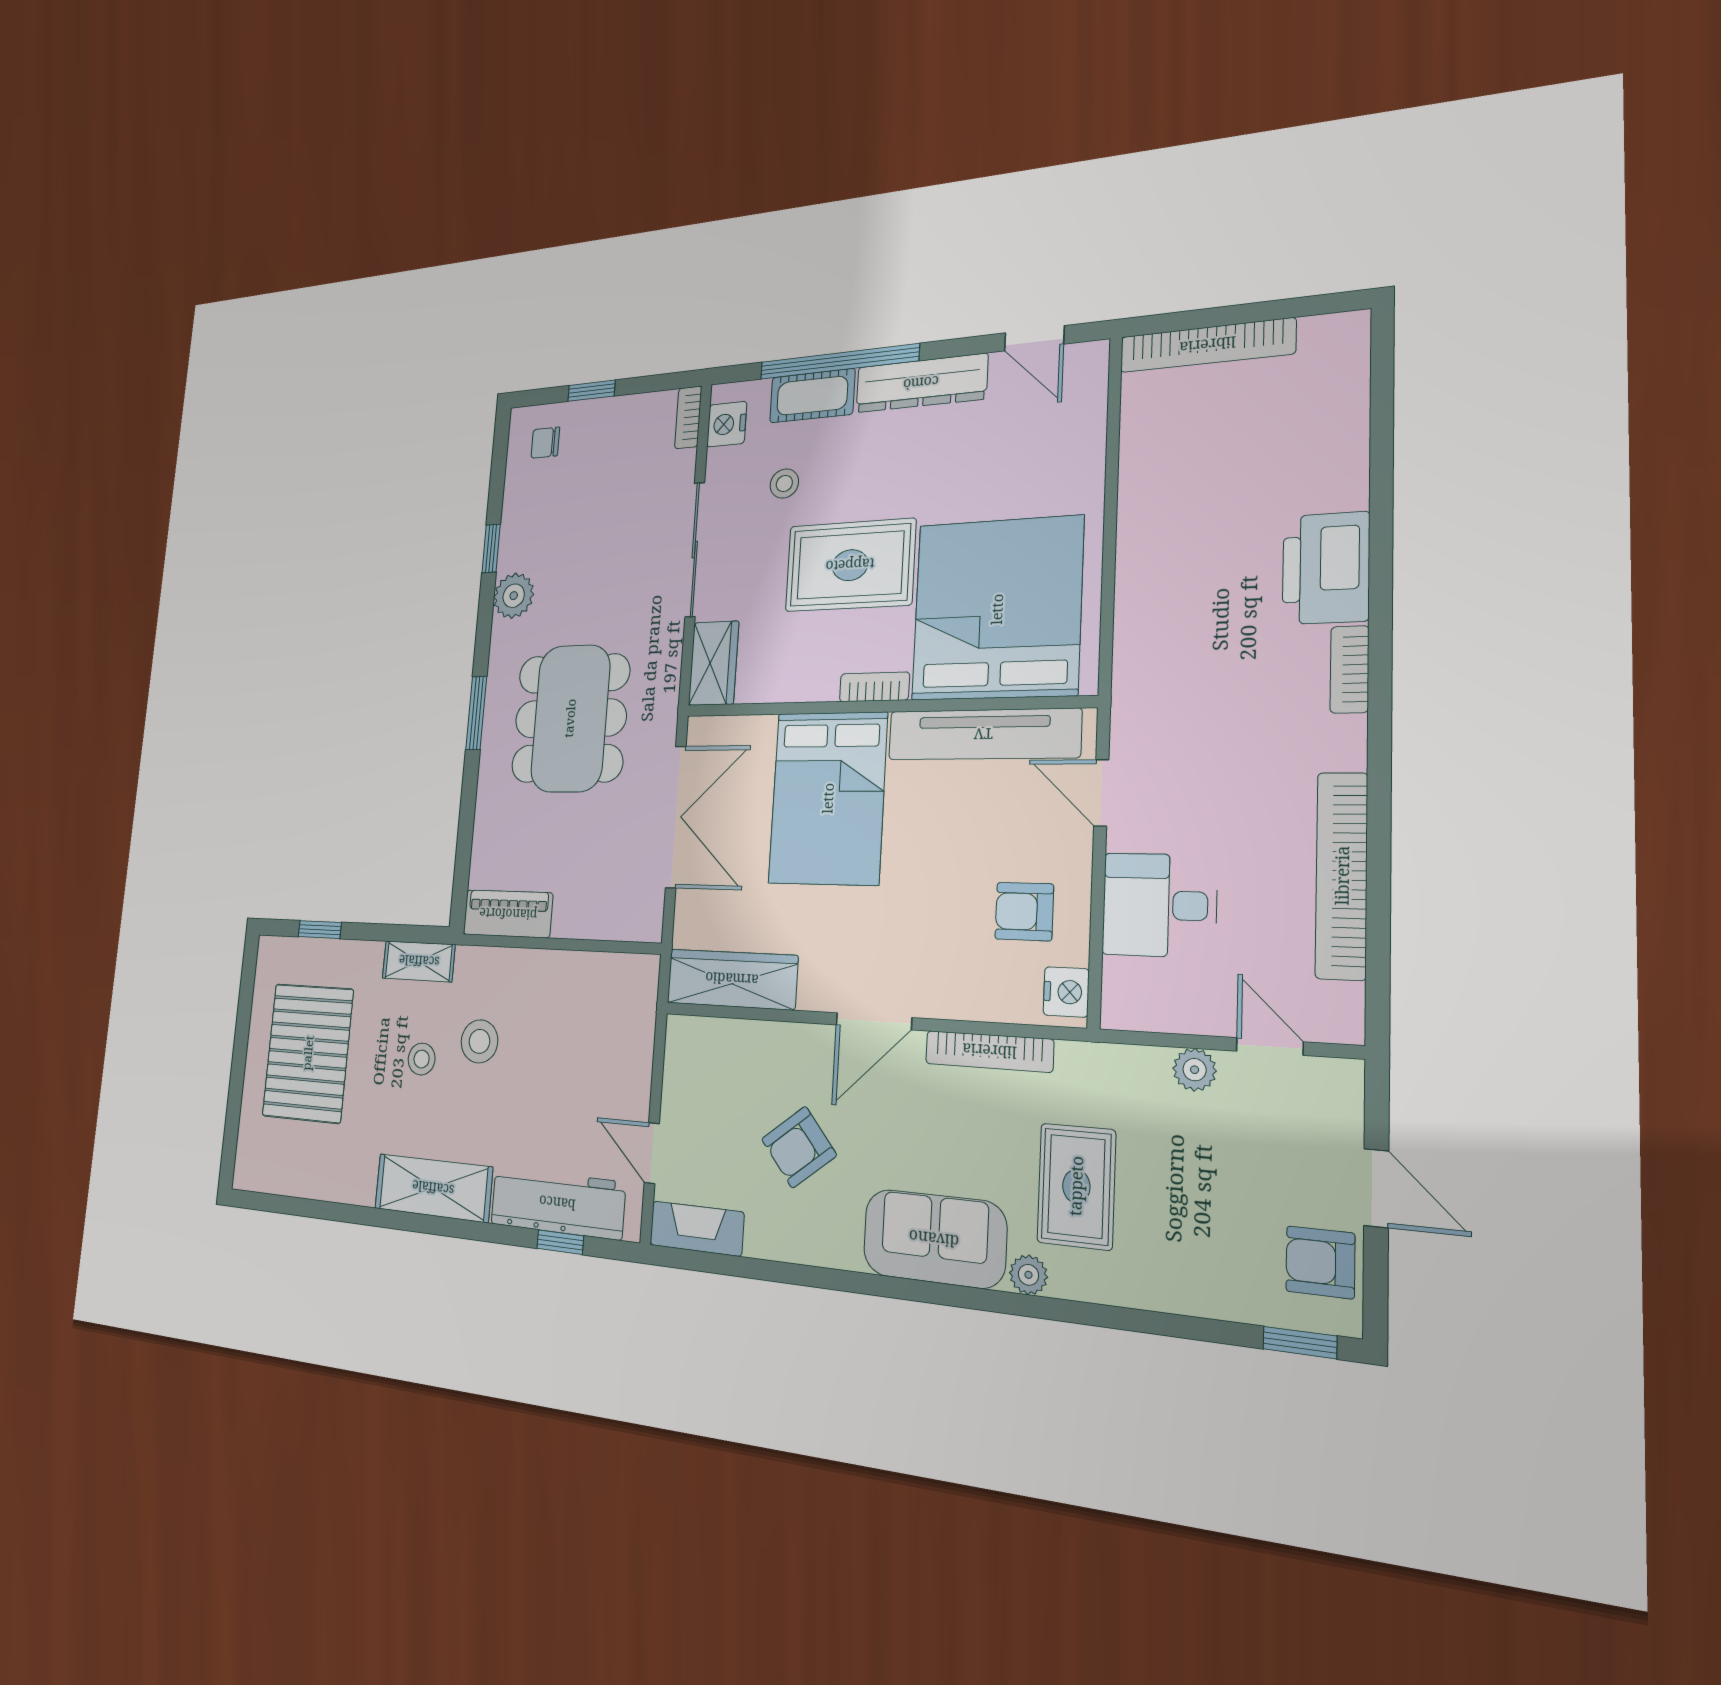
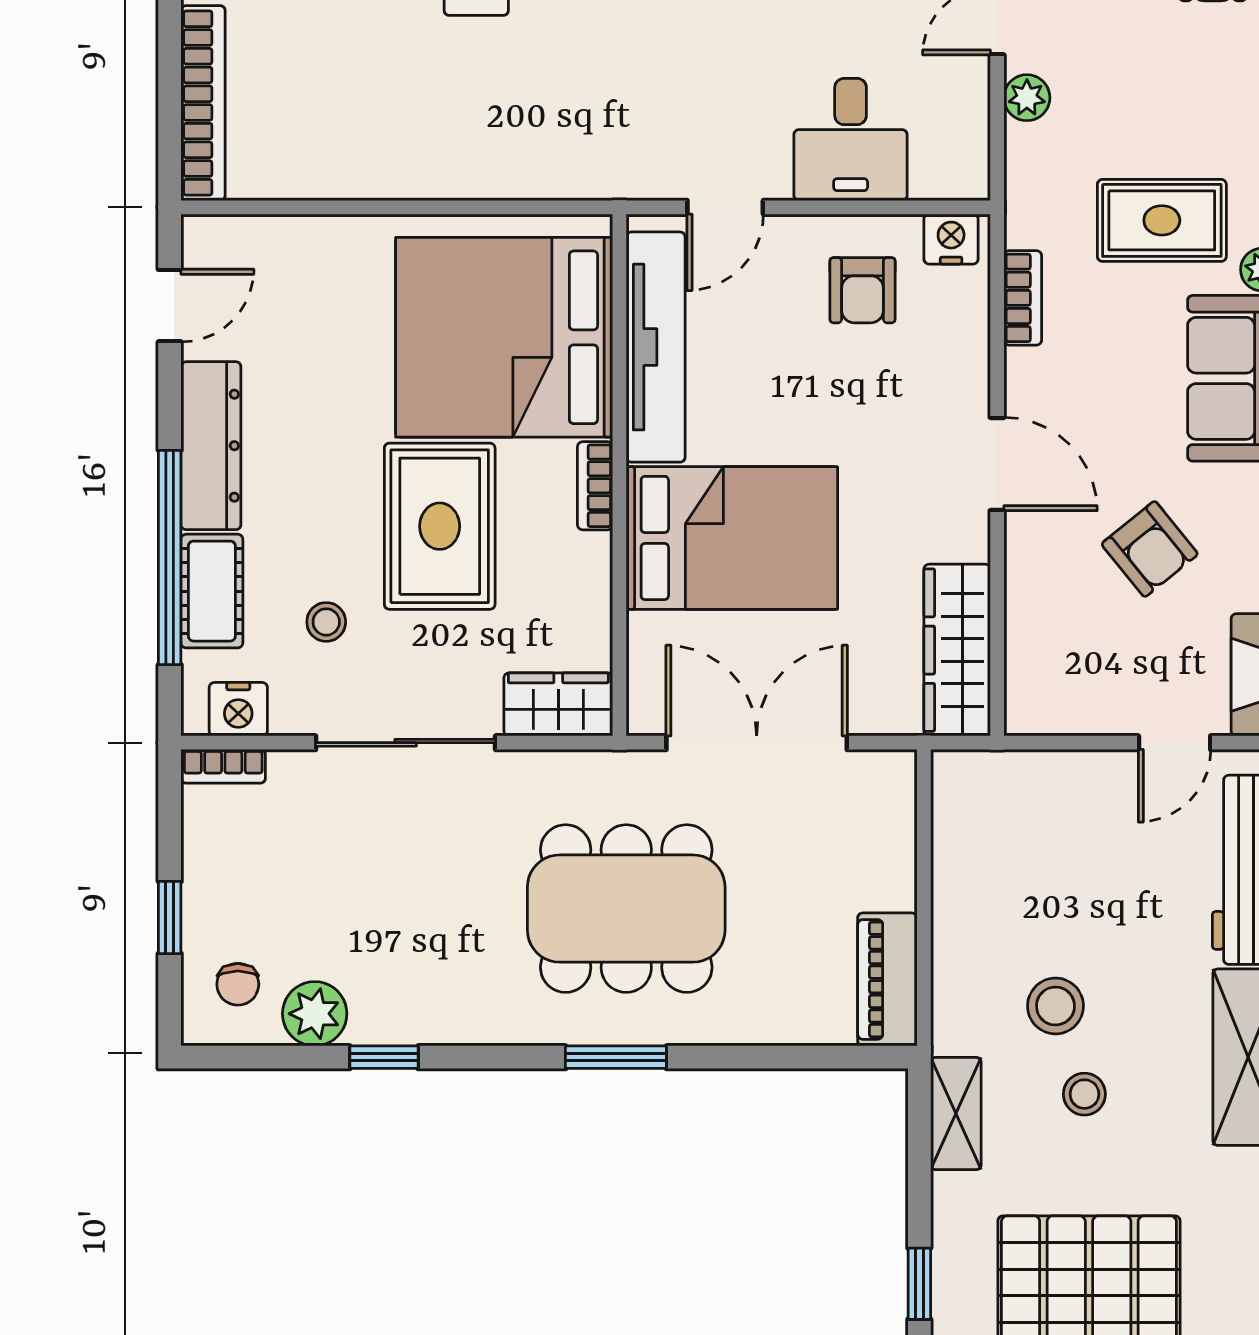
plant: (514, 596) -> (315, 1014), moved
bookcase: (989, 1051) -> (1023, 298), width x0.64

